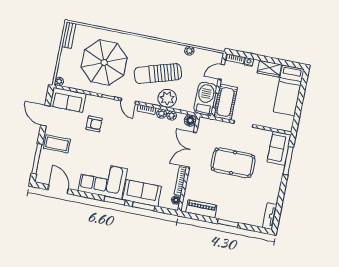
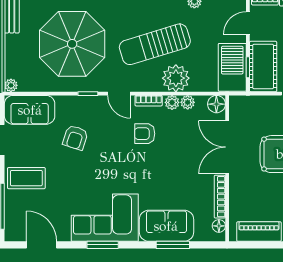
armchair: (94, 124) -> (75, 138), turned 108
armchair: (140, 130) -> (145, 134), added
window: (115, 201) -> (103, 245), moved

